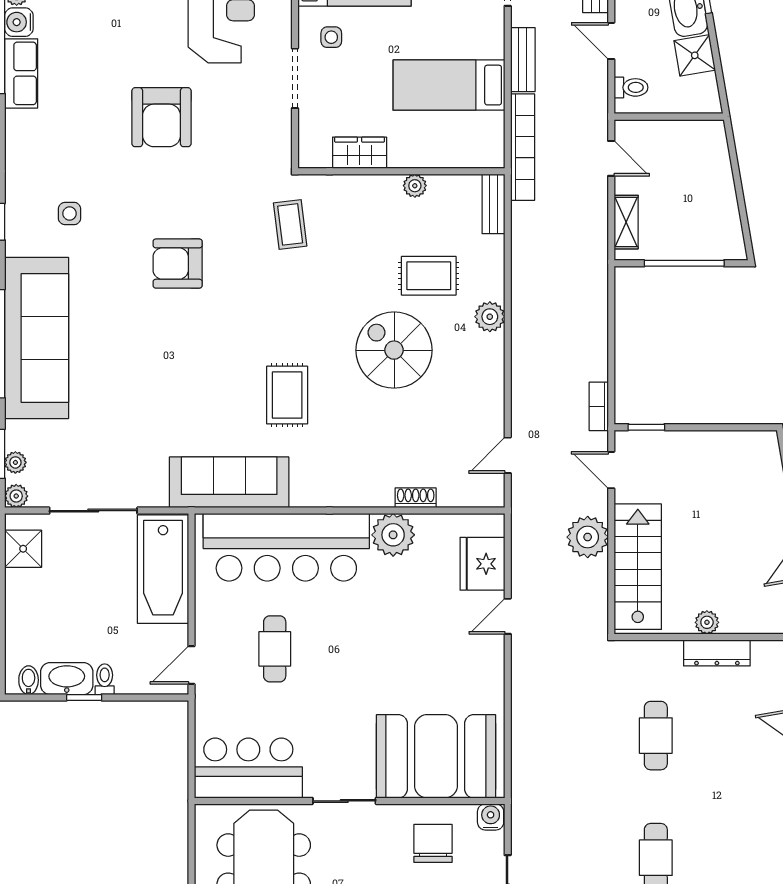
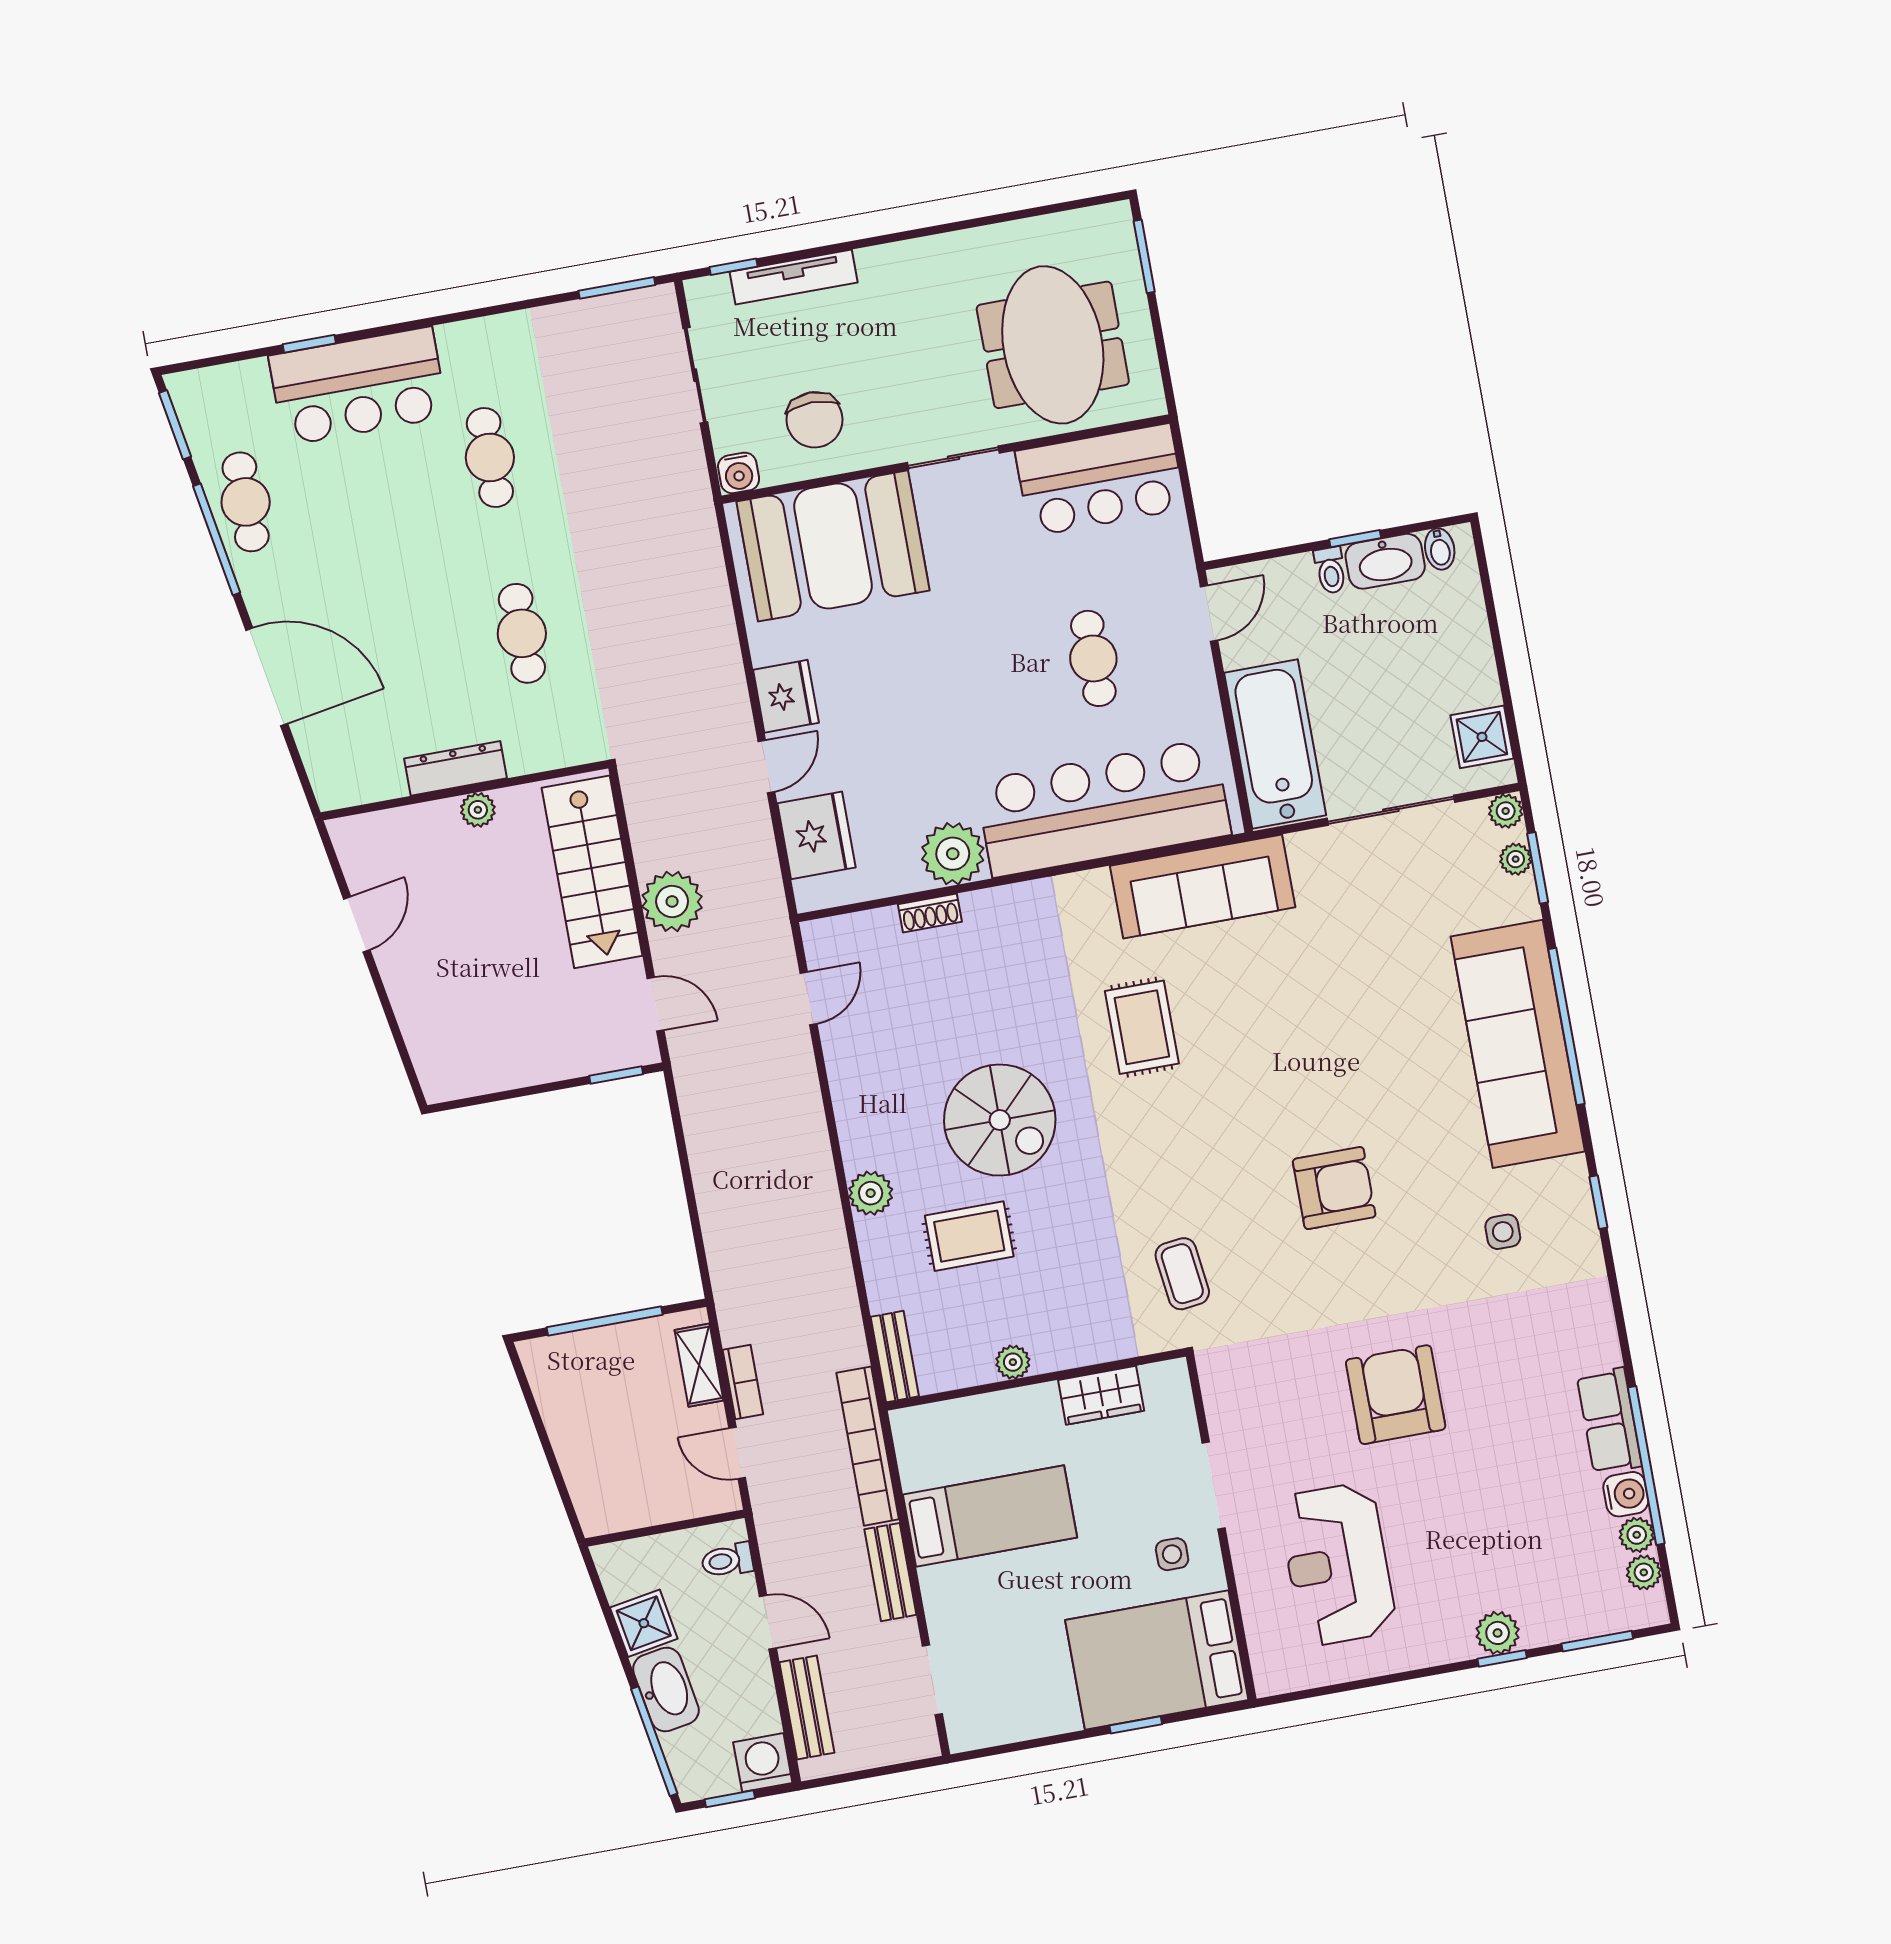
bookcase: (599, 406) -> (743, 1382), moved
fridge: (486, 661) -> (786, 696), added

